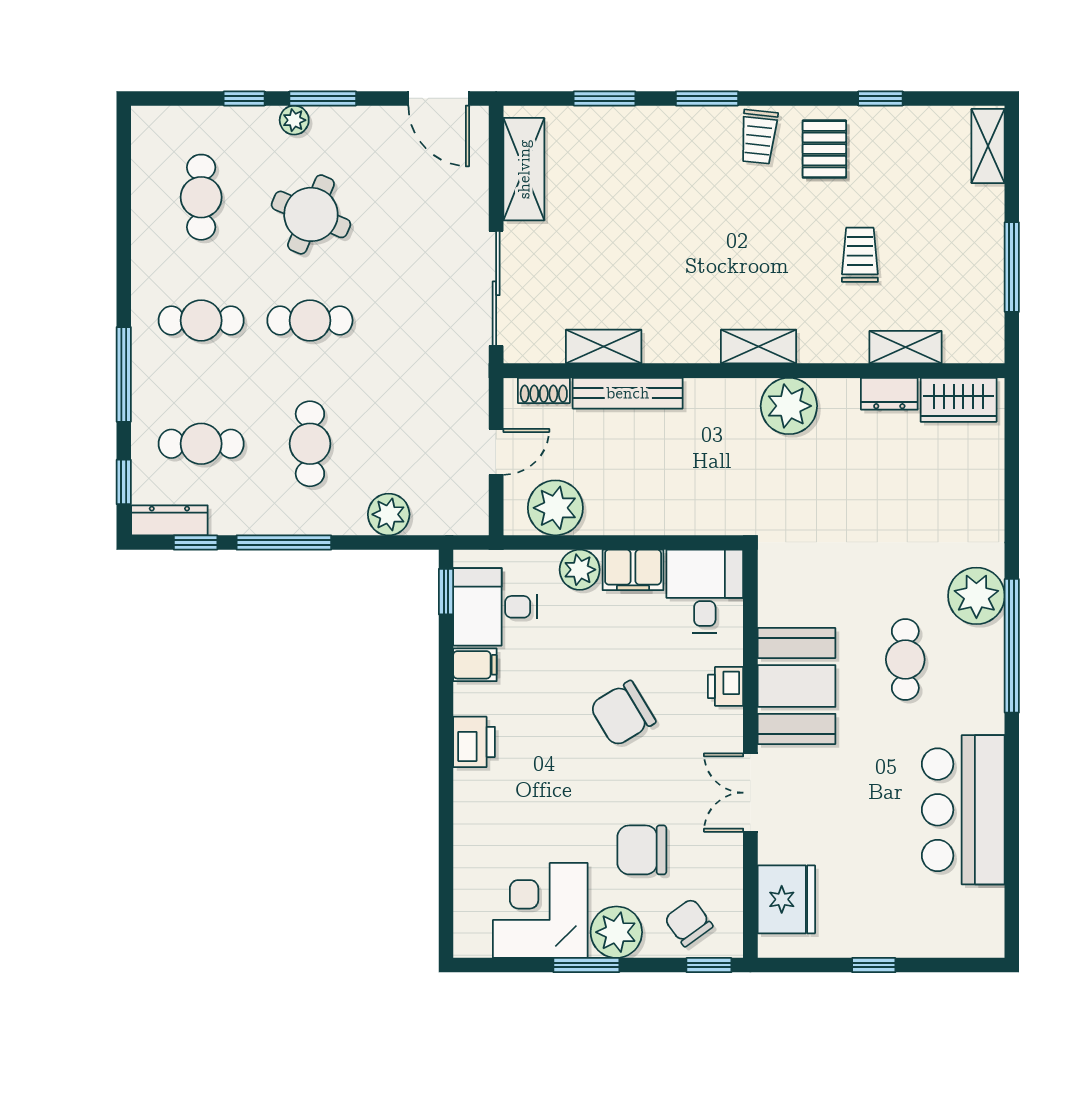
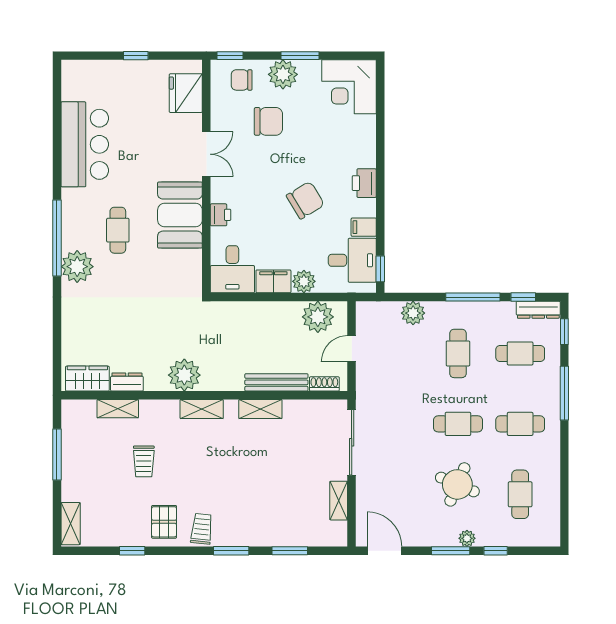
shelving: (524, 169) -> (339, 501), width x0.67, depth x0.75
shelving: (604, 346) -> (260, 409), moved
chair: (623, 714) -> (305, 200), moved
corner desk: (540, 910) -> (349, 87), moved, turned 90
chair: (689, 922) -> (242, 80), turned 126

